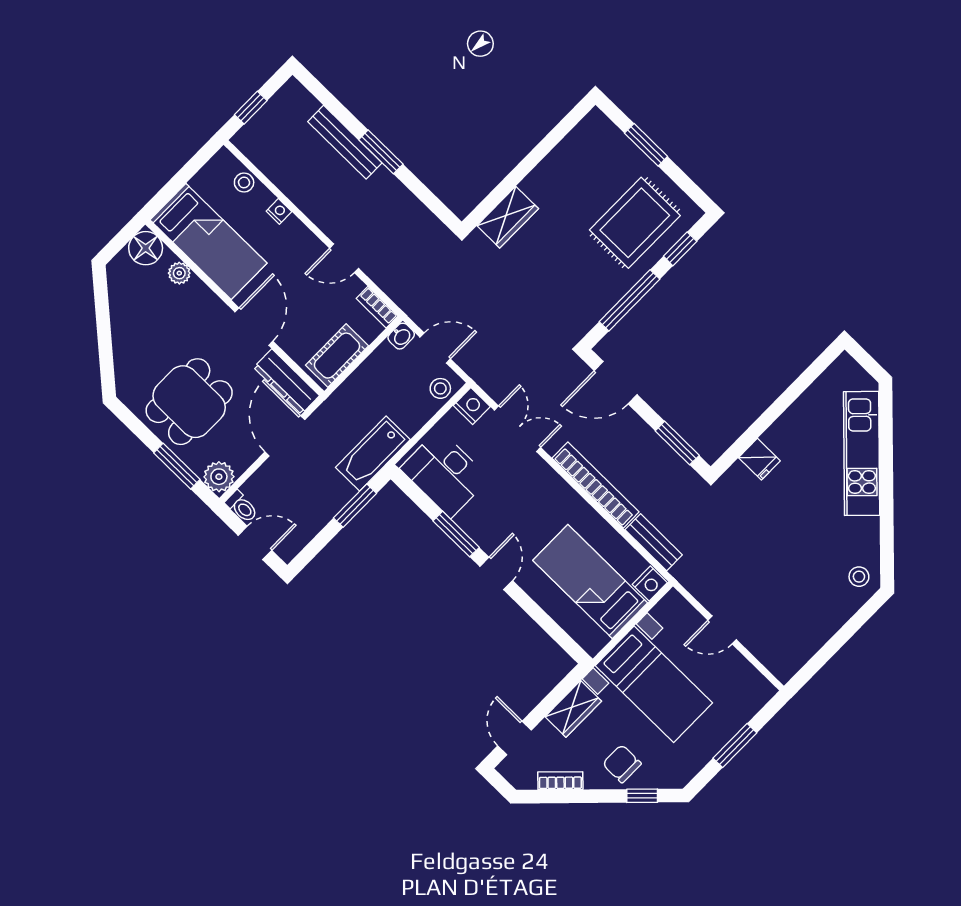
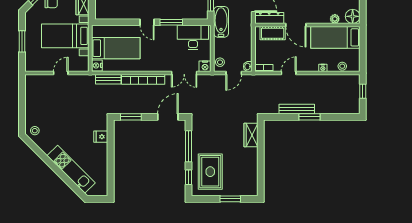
bench: (345, 142) -> (297, 109), moved
cot: (337, 356) -> (273, 33), moved, turned 90

